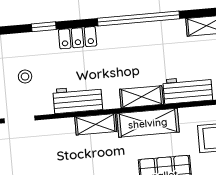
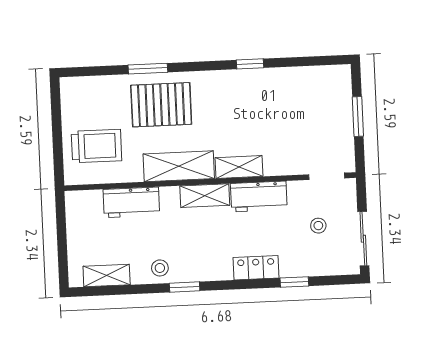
window: (139, 18) -> (185, 287), width x0.32
stool: (161, 34) -> (160, 268), added
shelving: (141, 97) -> (205, 196), moved

